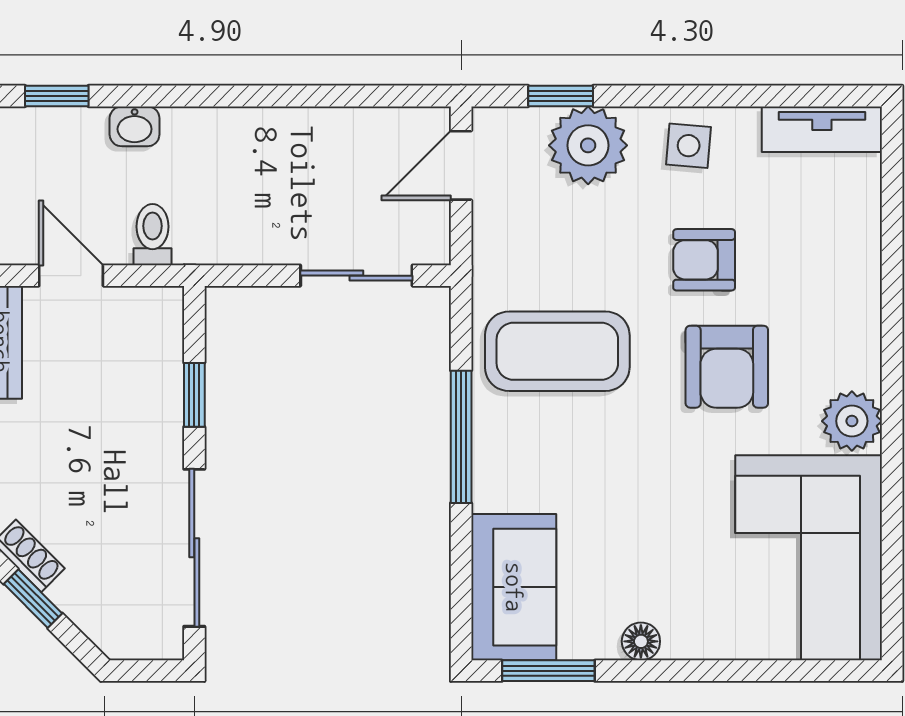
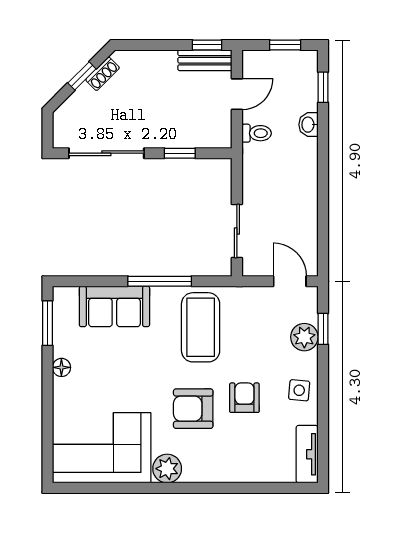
plant: (588, 145) -> (304, 337), width x0.73, depth x0.73
sofa: (514, 587) -> (114, 306), moved

